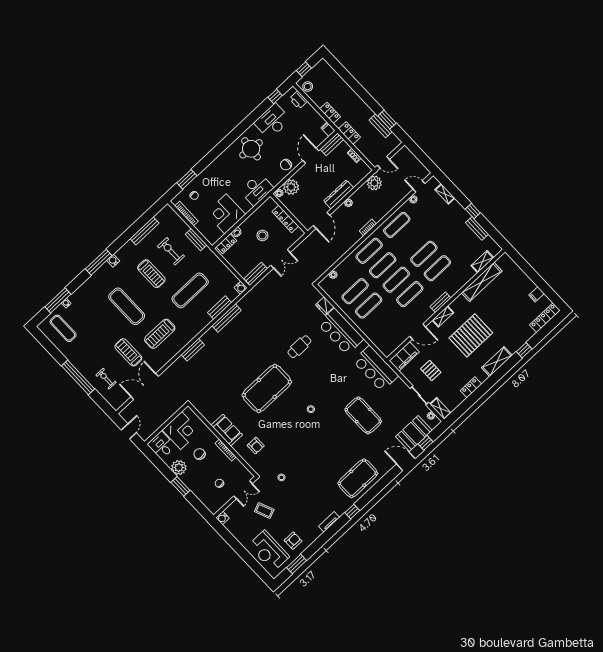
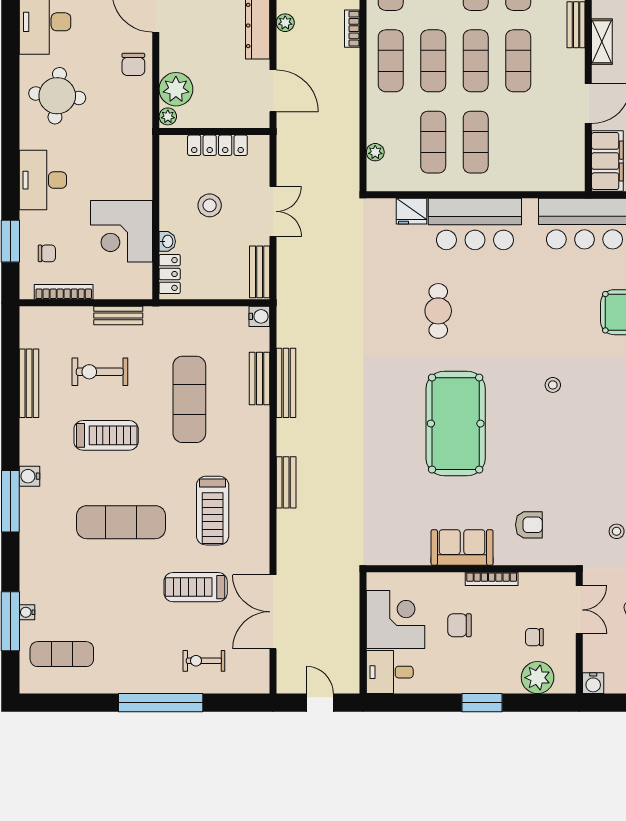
desk: (257, 189) -> (43, 180), moved, turned 180
plant: (179, 468) -> (538, 678), moved

